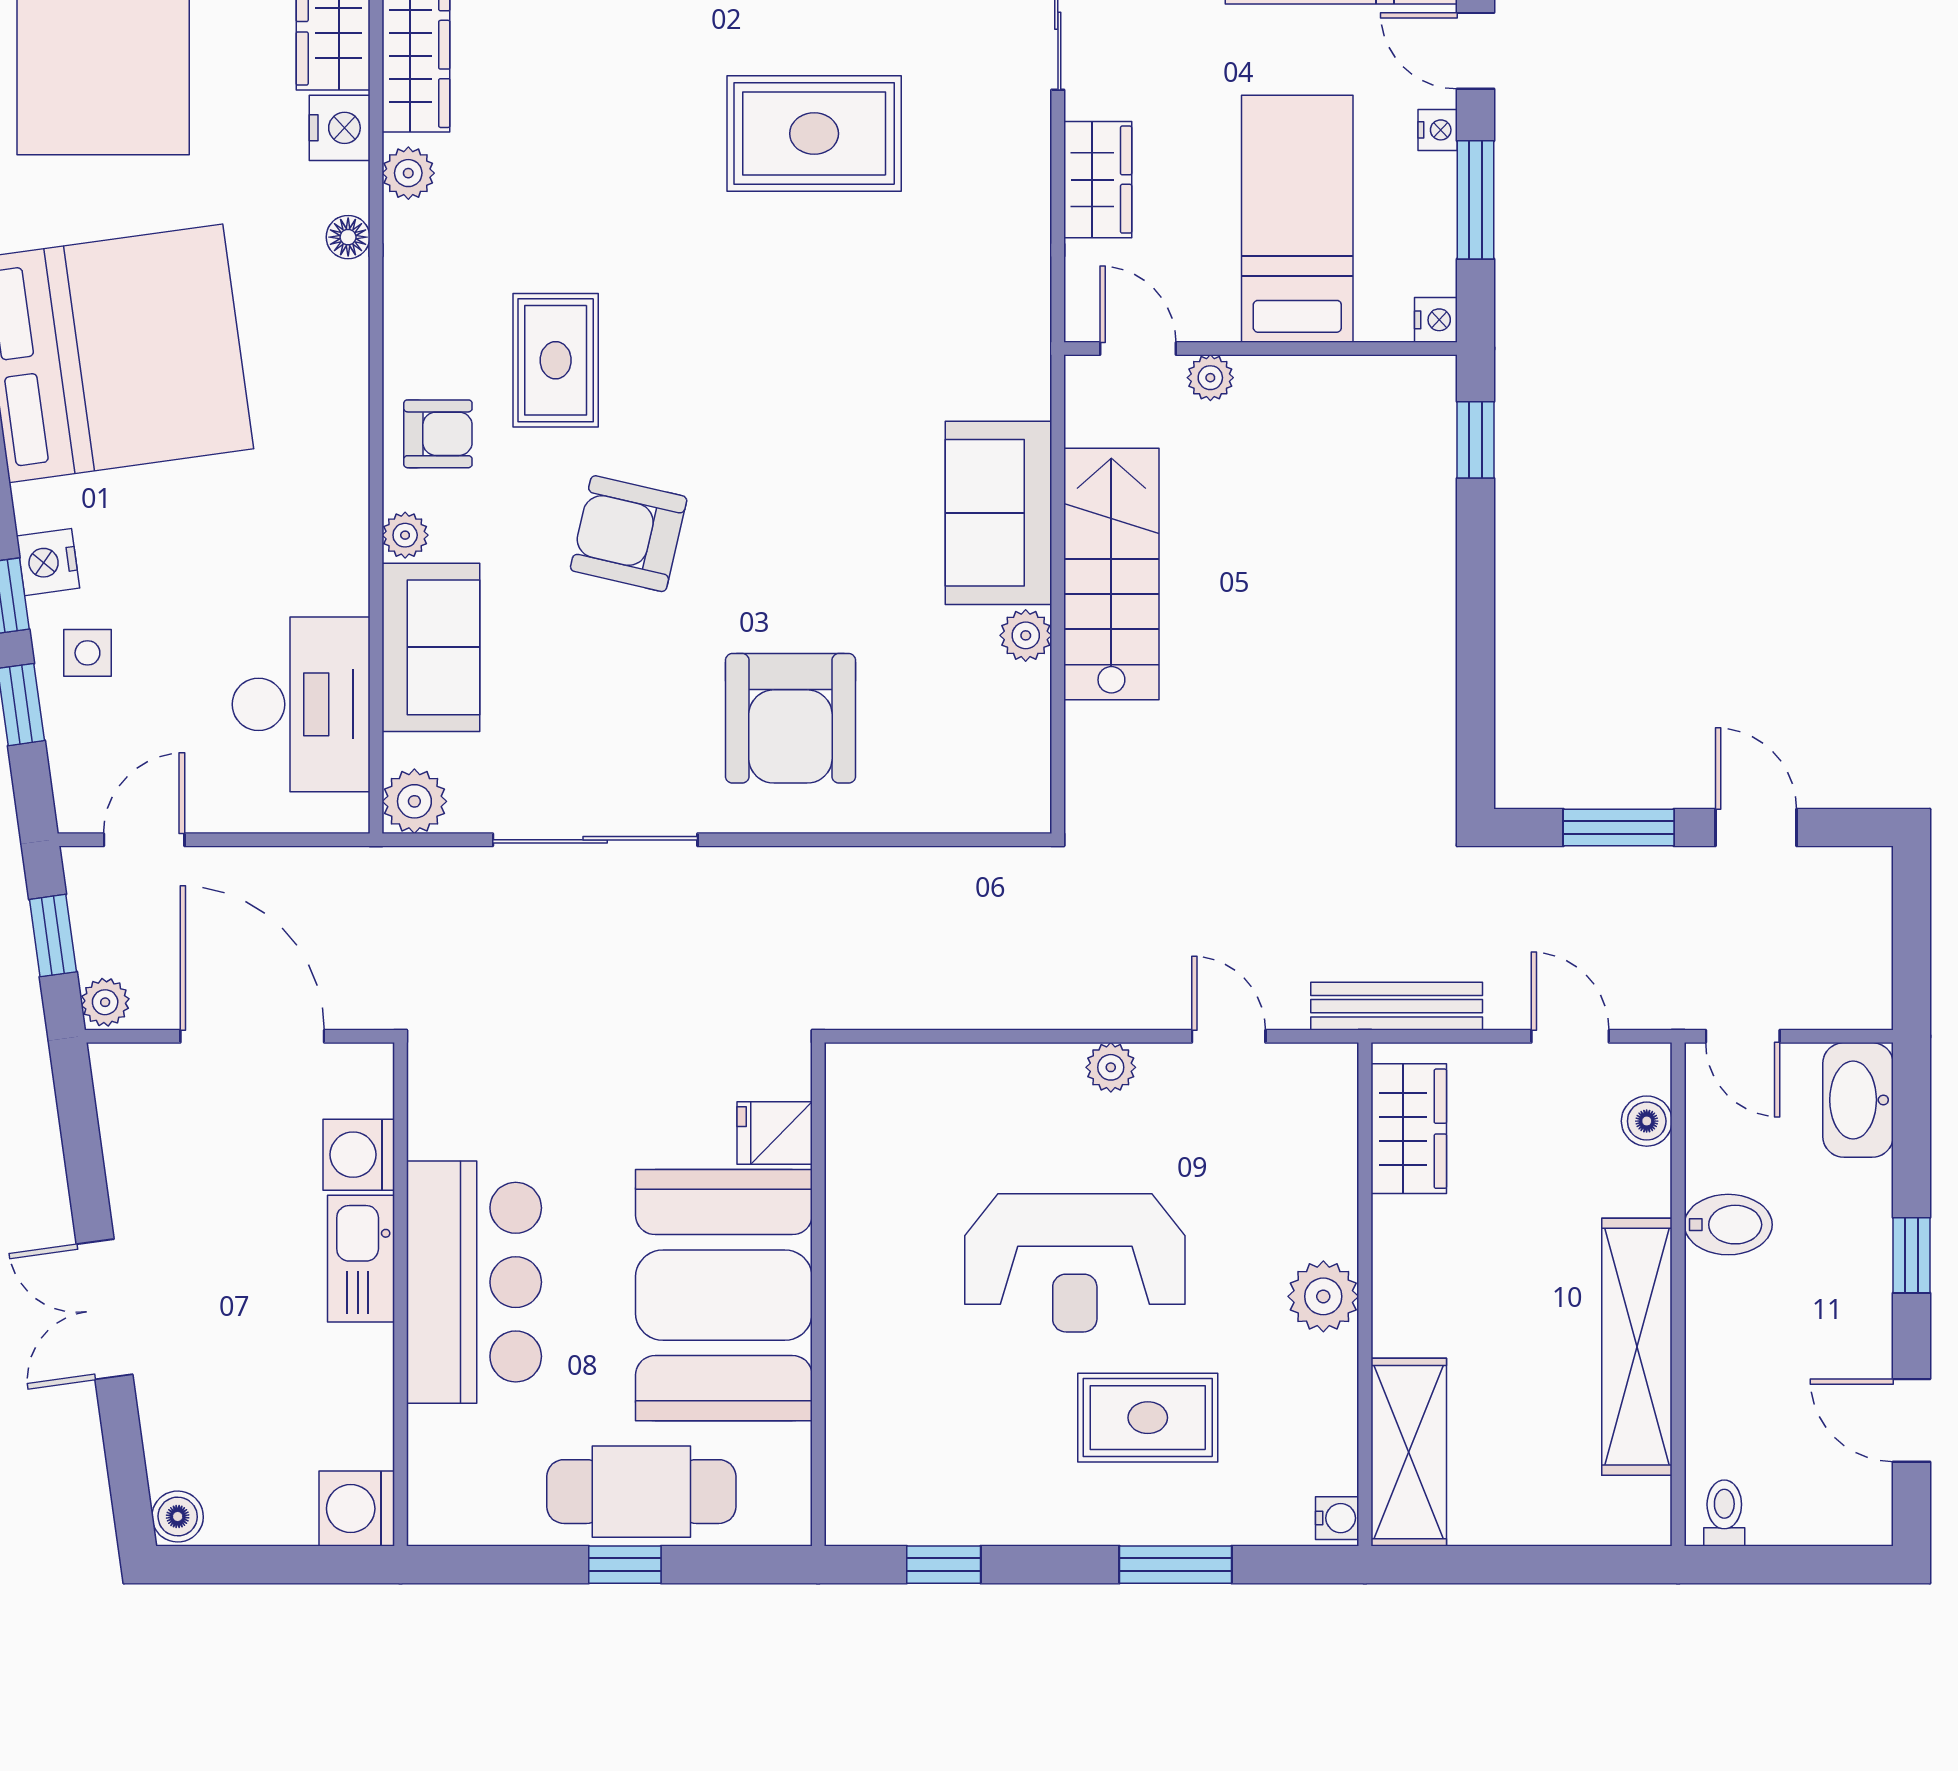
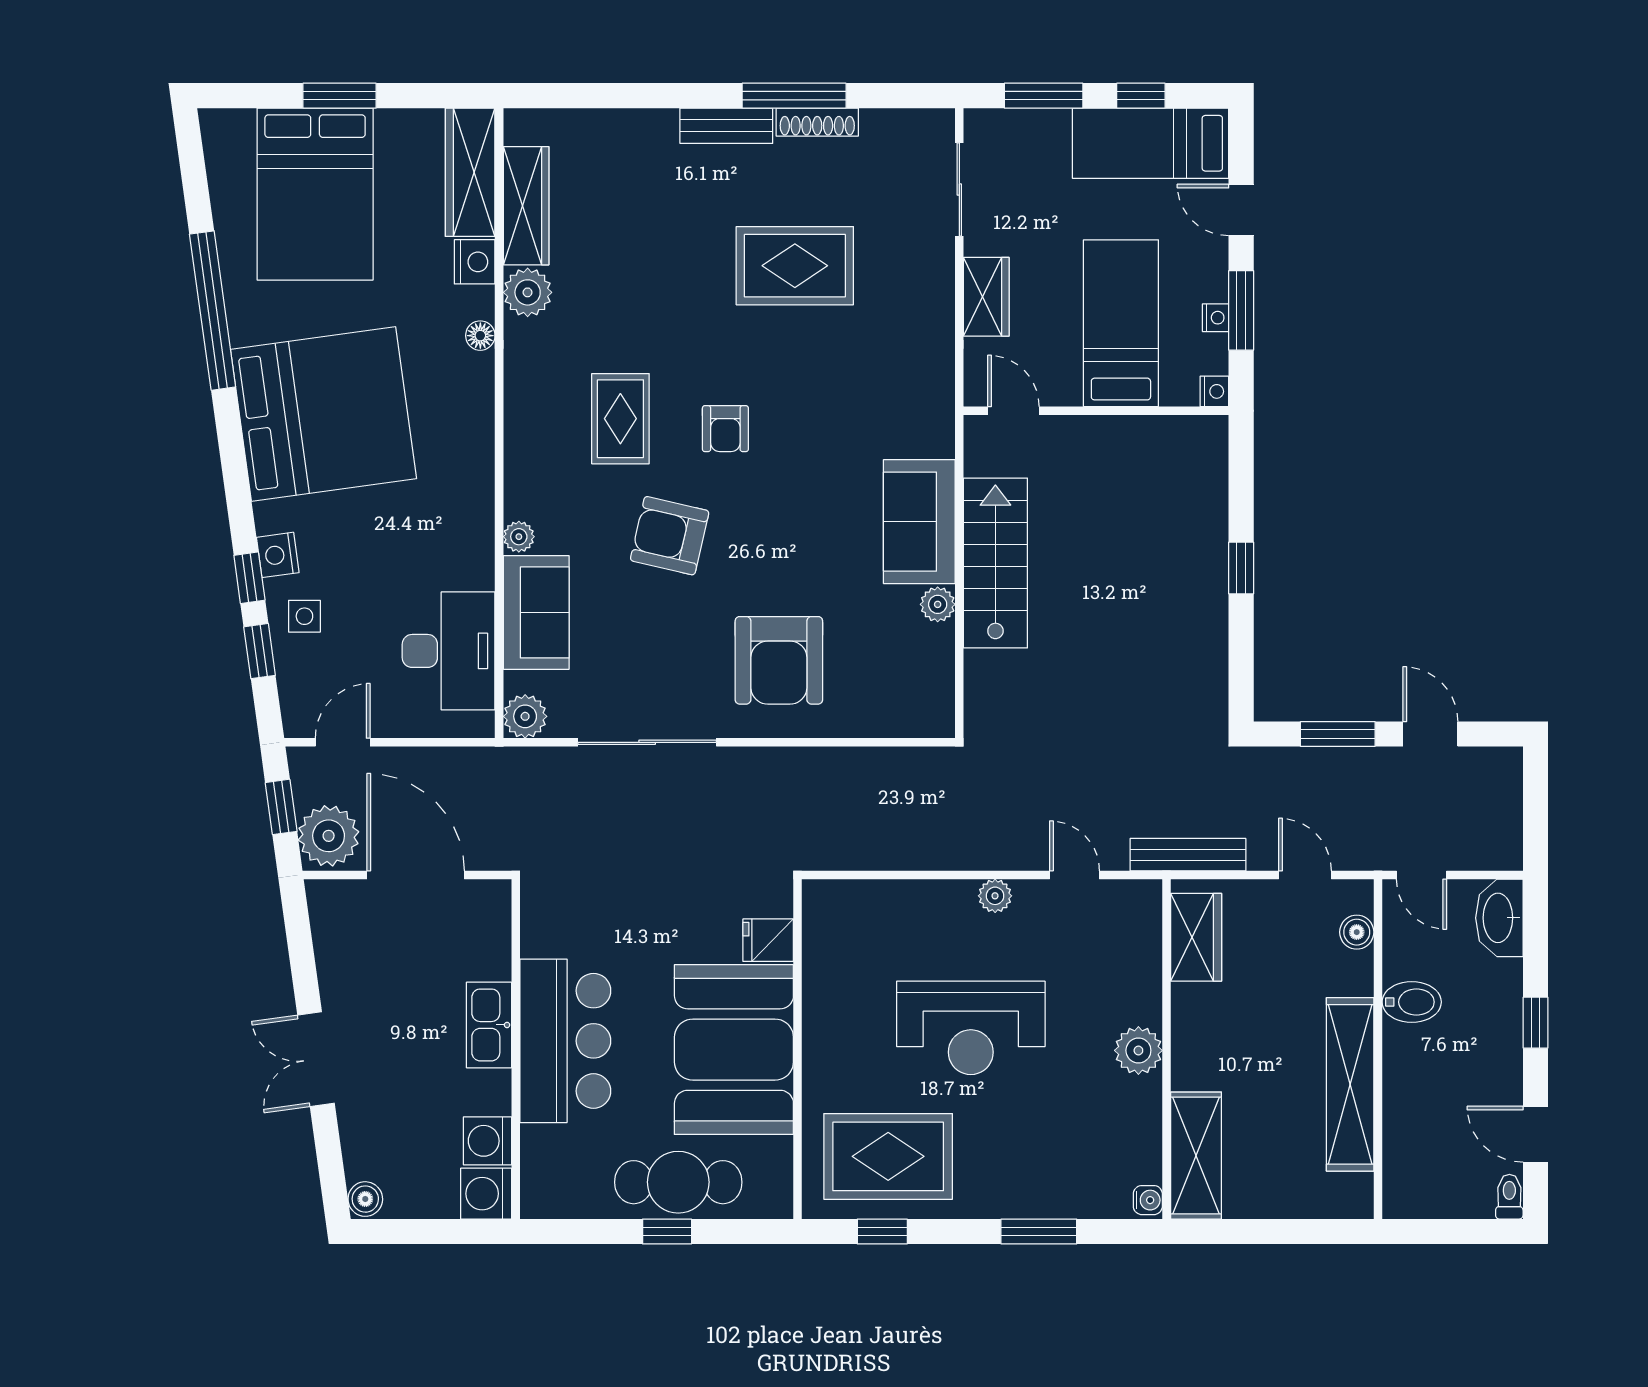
nightstand: (1438, 130) -> (1216, 318), moved
plant: (408, 173) -> (528, 292), width x1.38, depth x1.38
plant: (1210, 378) -> (1062, 430), removed
armchair: (438, 434) -> (725, 429), moved, turned 90
window: (1475, 440) -> (1241, 568), moved
plant: (105, 1002) -> (329, 836), width x1.88, depth x1.88
washing machine: (359, 1155) -> (487, 1141), moved
rug: (1148, 1418) -> (888, 1156), moved, width x1.36, depth x1.43
toilet: (1724, 1513) -> (1509, 1197), moved

